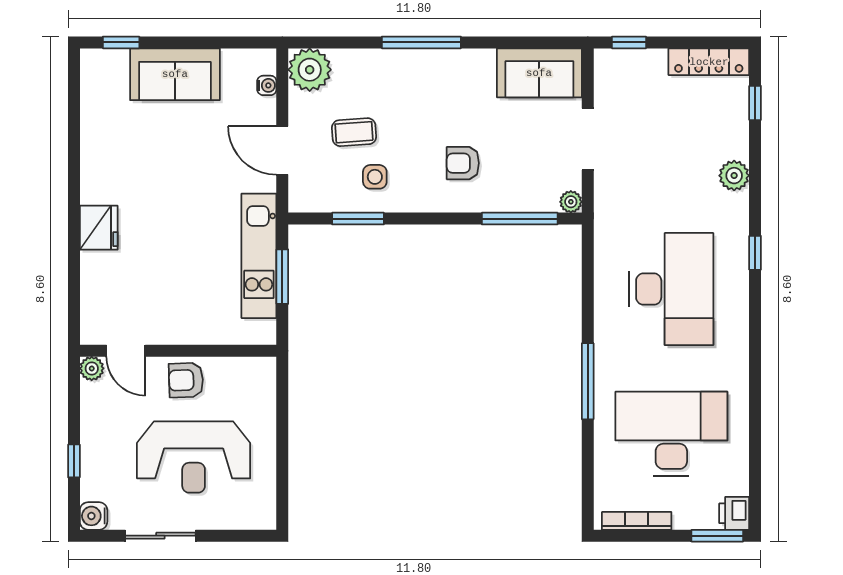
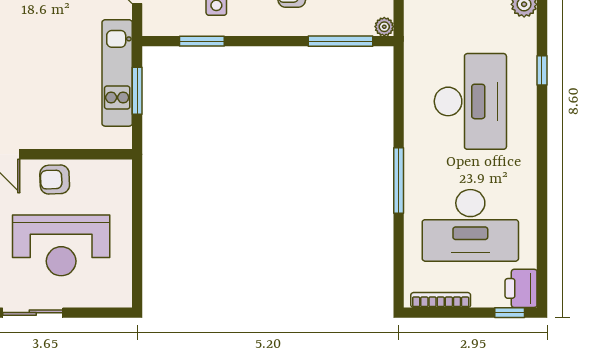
desk: (671, 434) -> (470, 225), turned 180
printer: (734, 513) -> (521, 288), width x1.36, depth x1.24
window: (717, 536) -> (510, 313), width x0.67

